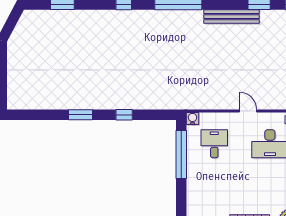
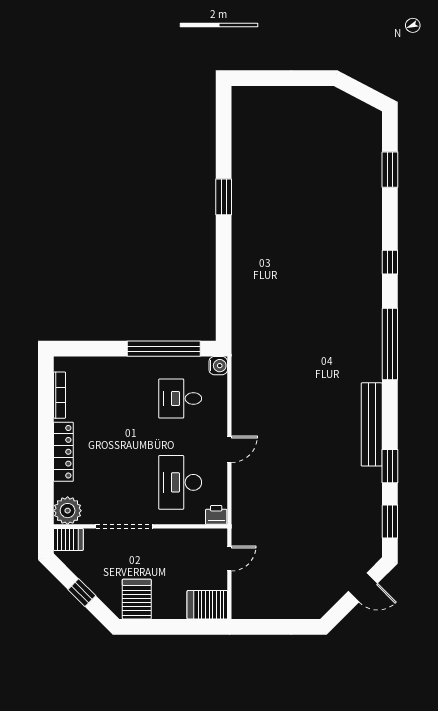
window: (124, 115) -> (224, 263), removed
desk: (214, 144) -> (180, 399), turned 180

